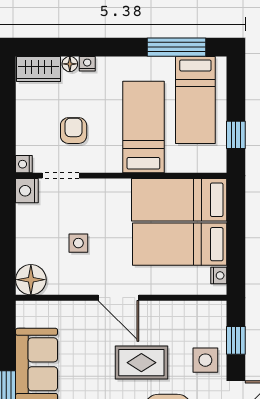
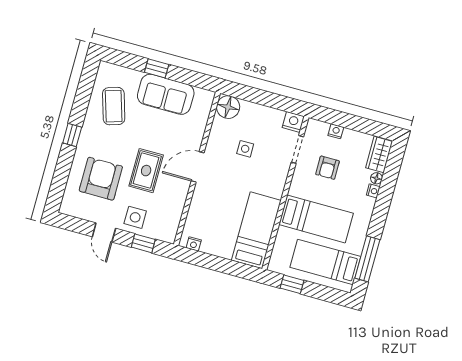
armchair: (74, 131) -> (327, 168), turned 90
nightstand: (24, 164) -> (336, 131), moved
bed: (180, 244) -> (224, 222), removed

